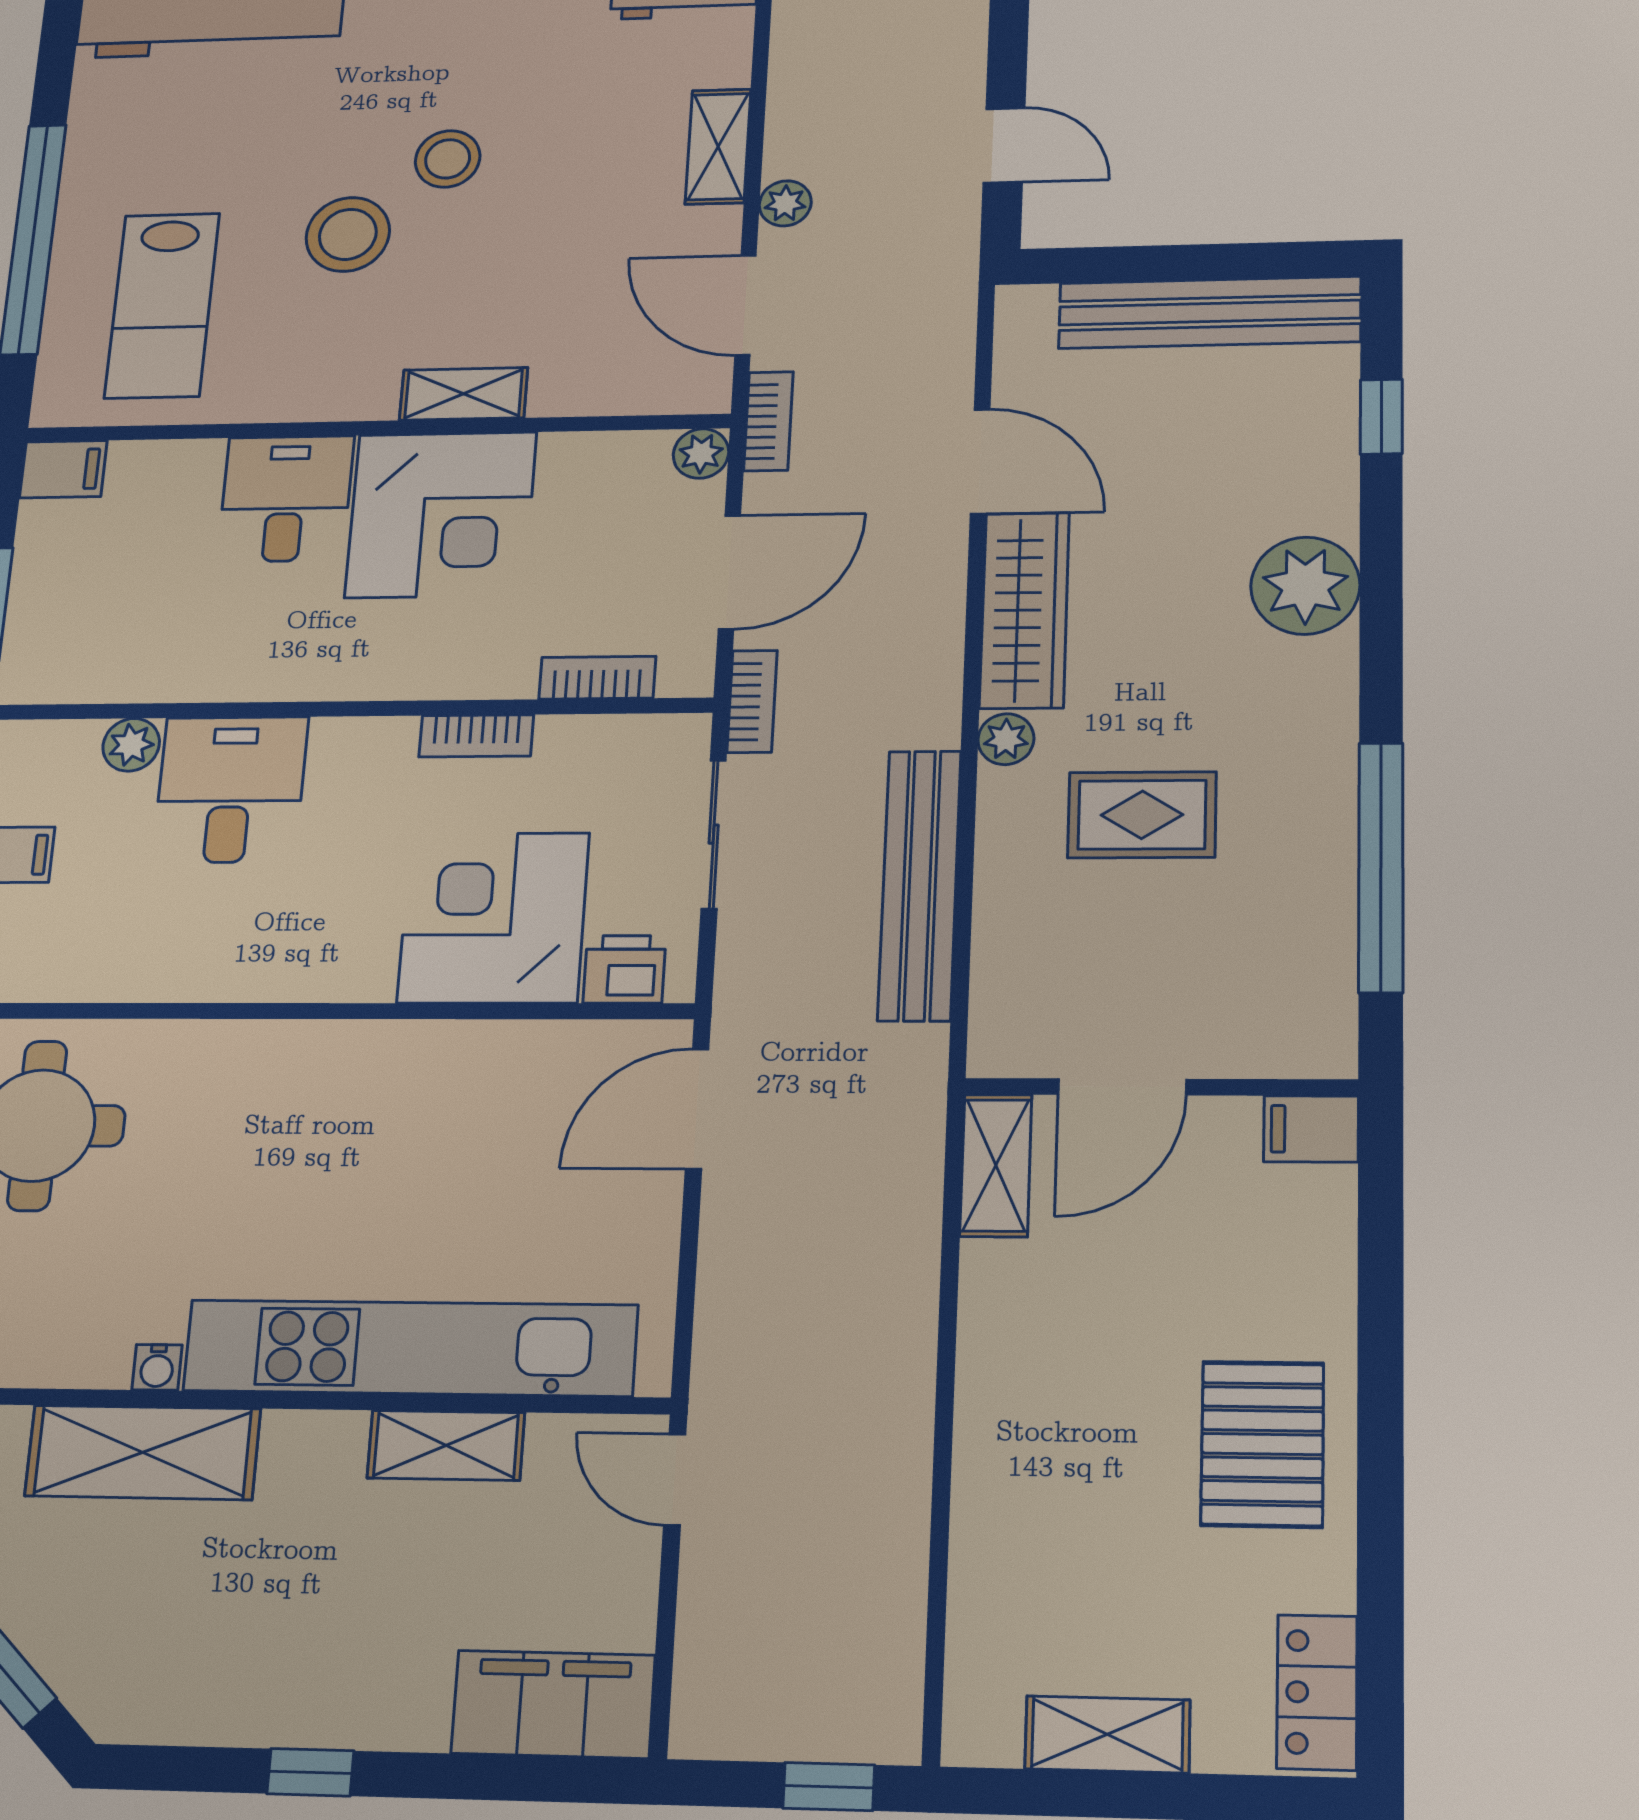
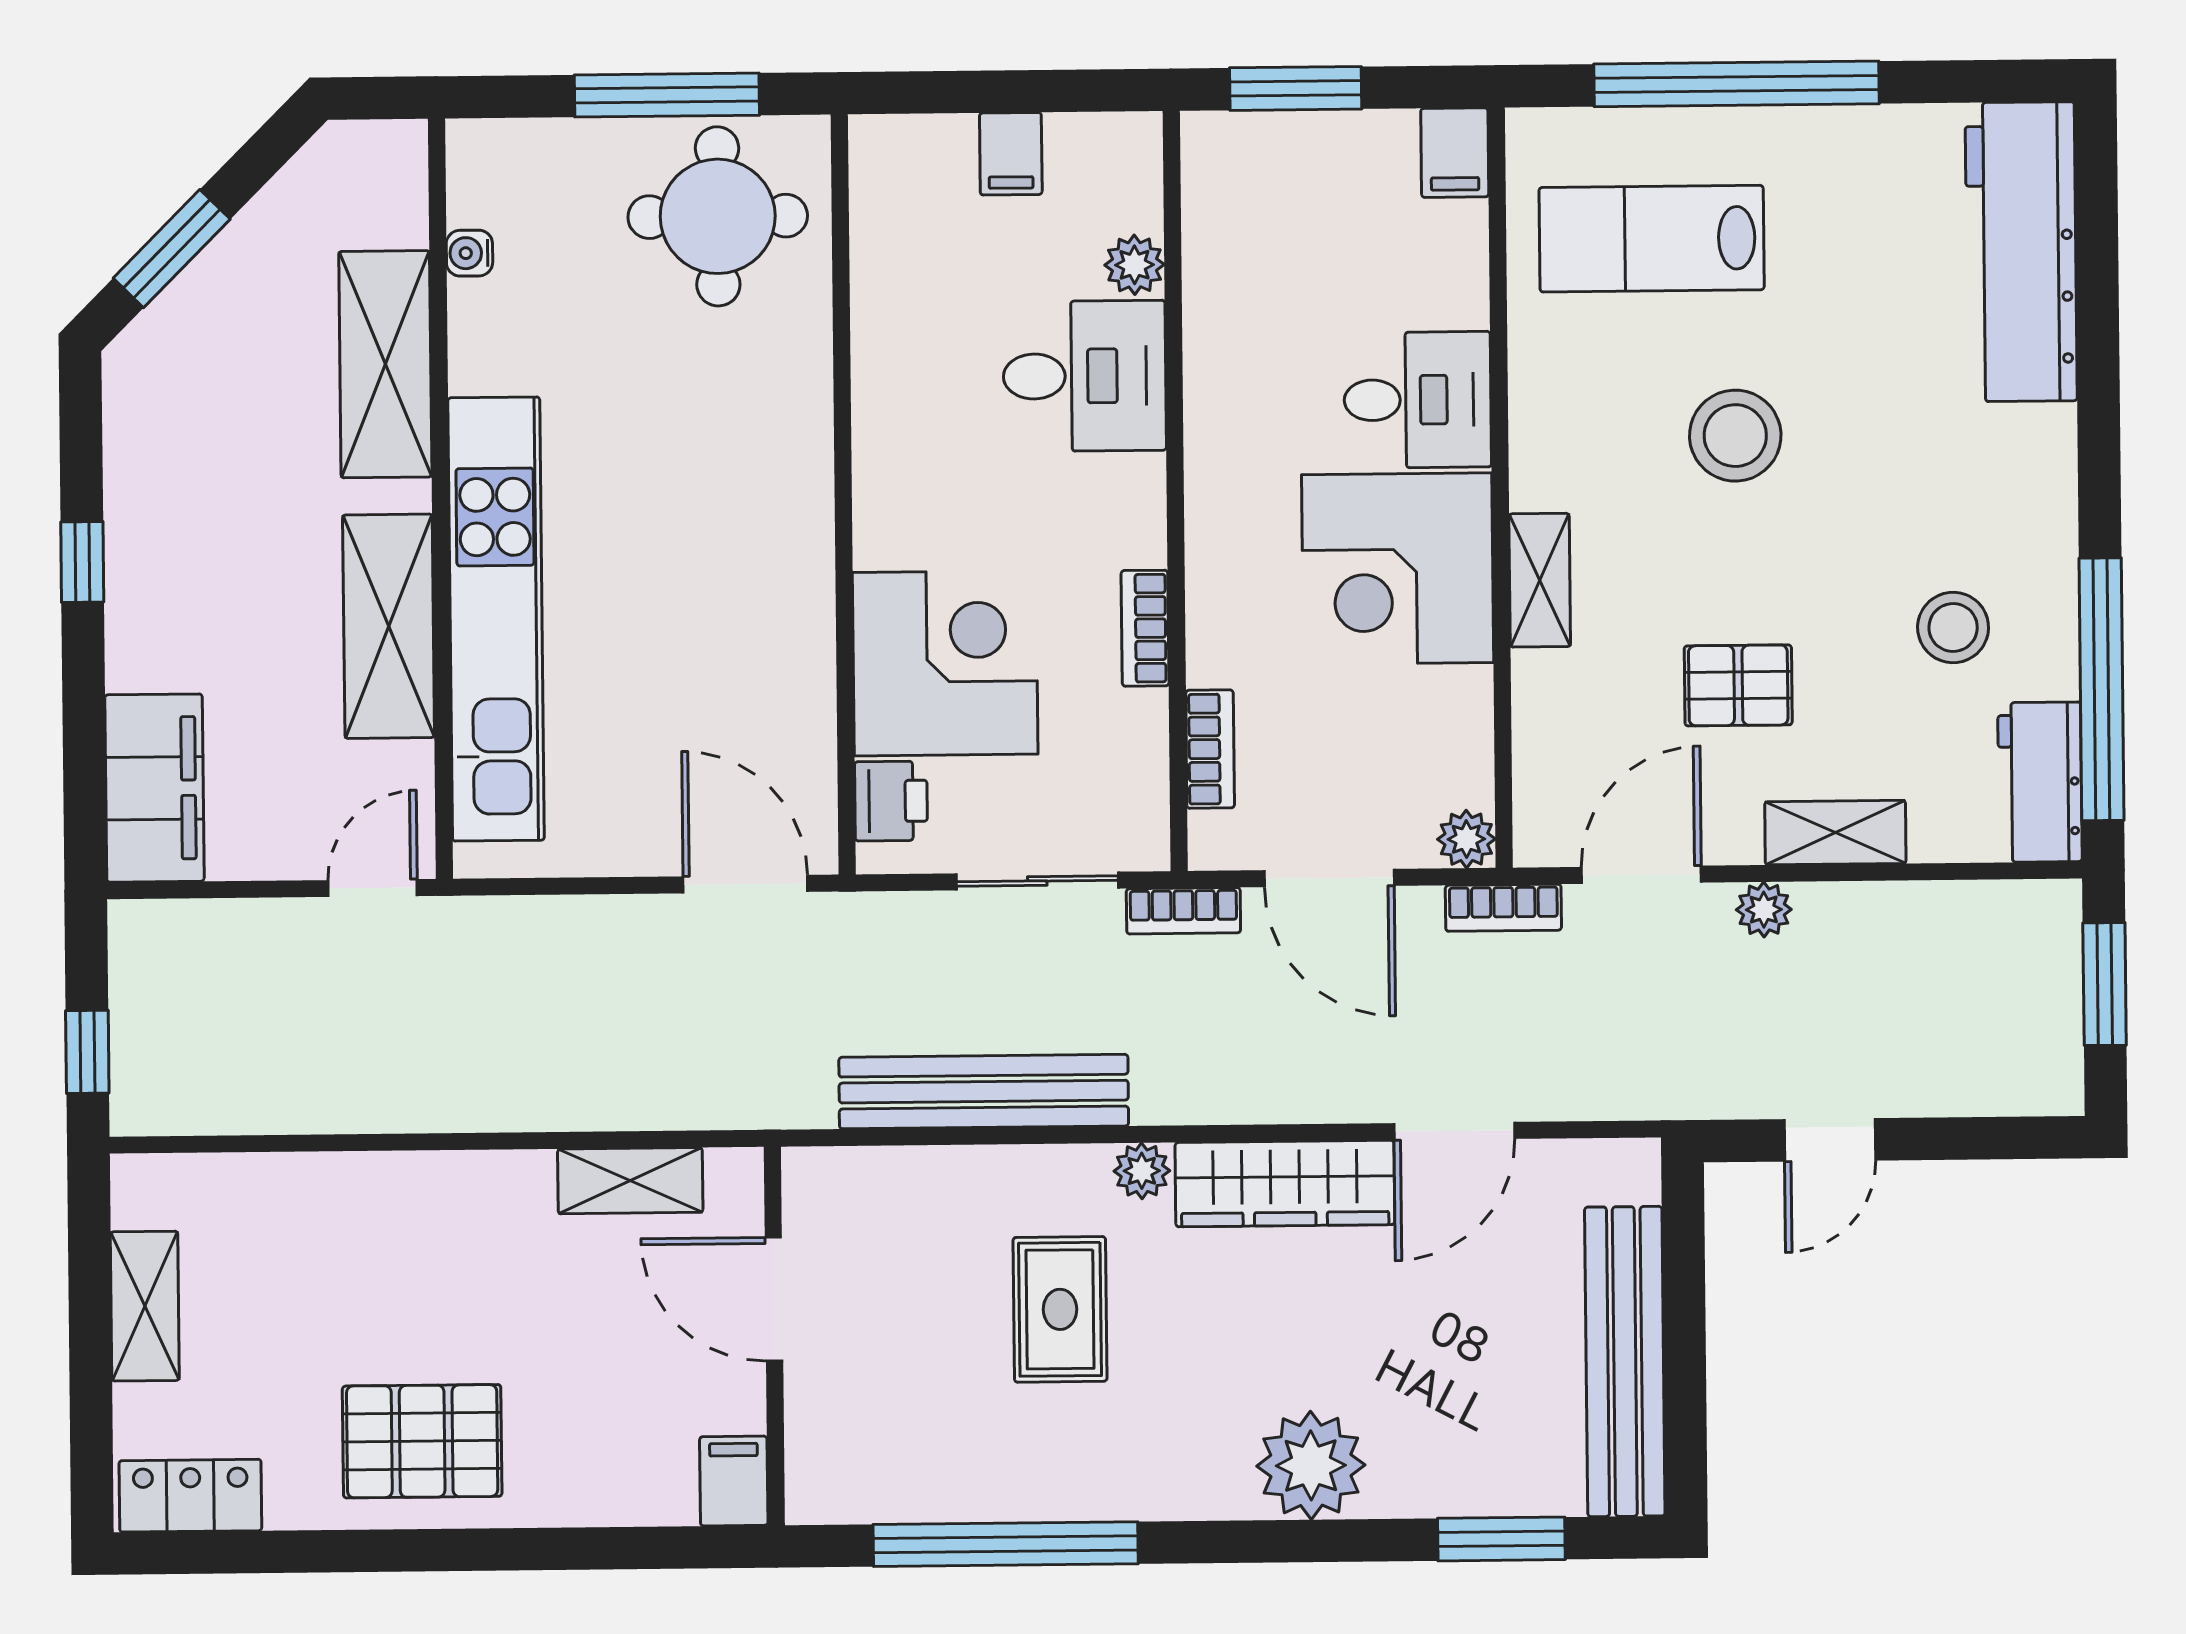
stool: (448, 159) -> (1953, 627), moved
pallet: (576, 228) -> (1738, 685), added
window: (1381, 417) -> (1501, 1539), width x1.50
shelving: (996, 1165) -> (630, 1181), moved
water cooler: (157, 1367) -> (469, 253), moved
shelving: (446, 1445) -> (389, 626), width x1.50, depth x1.33

